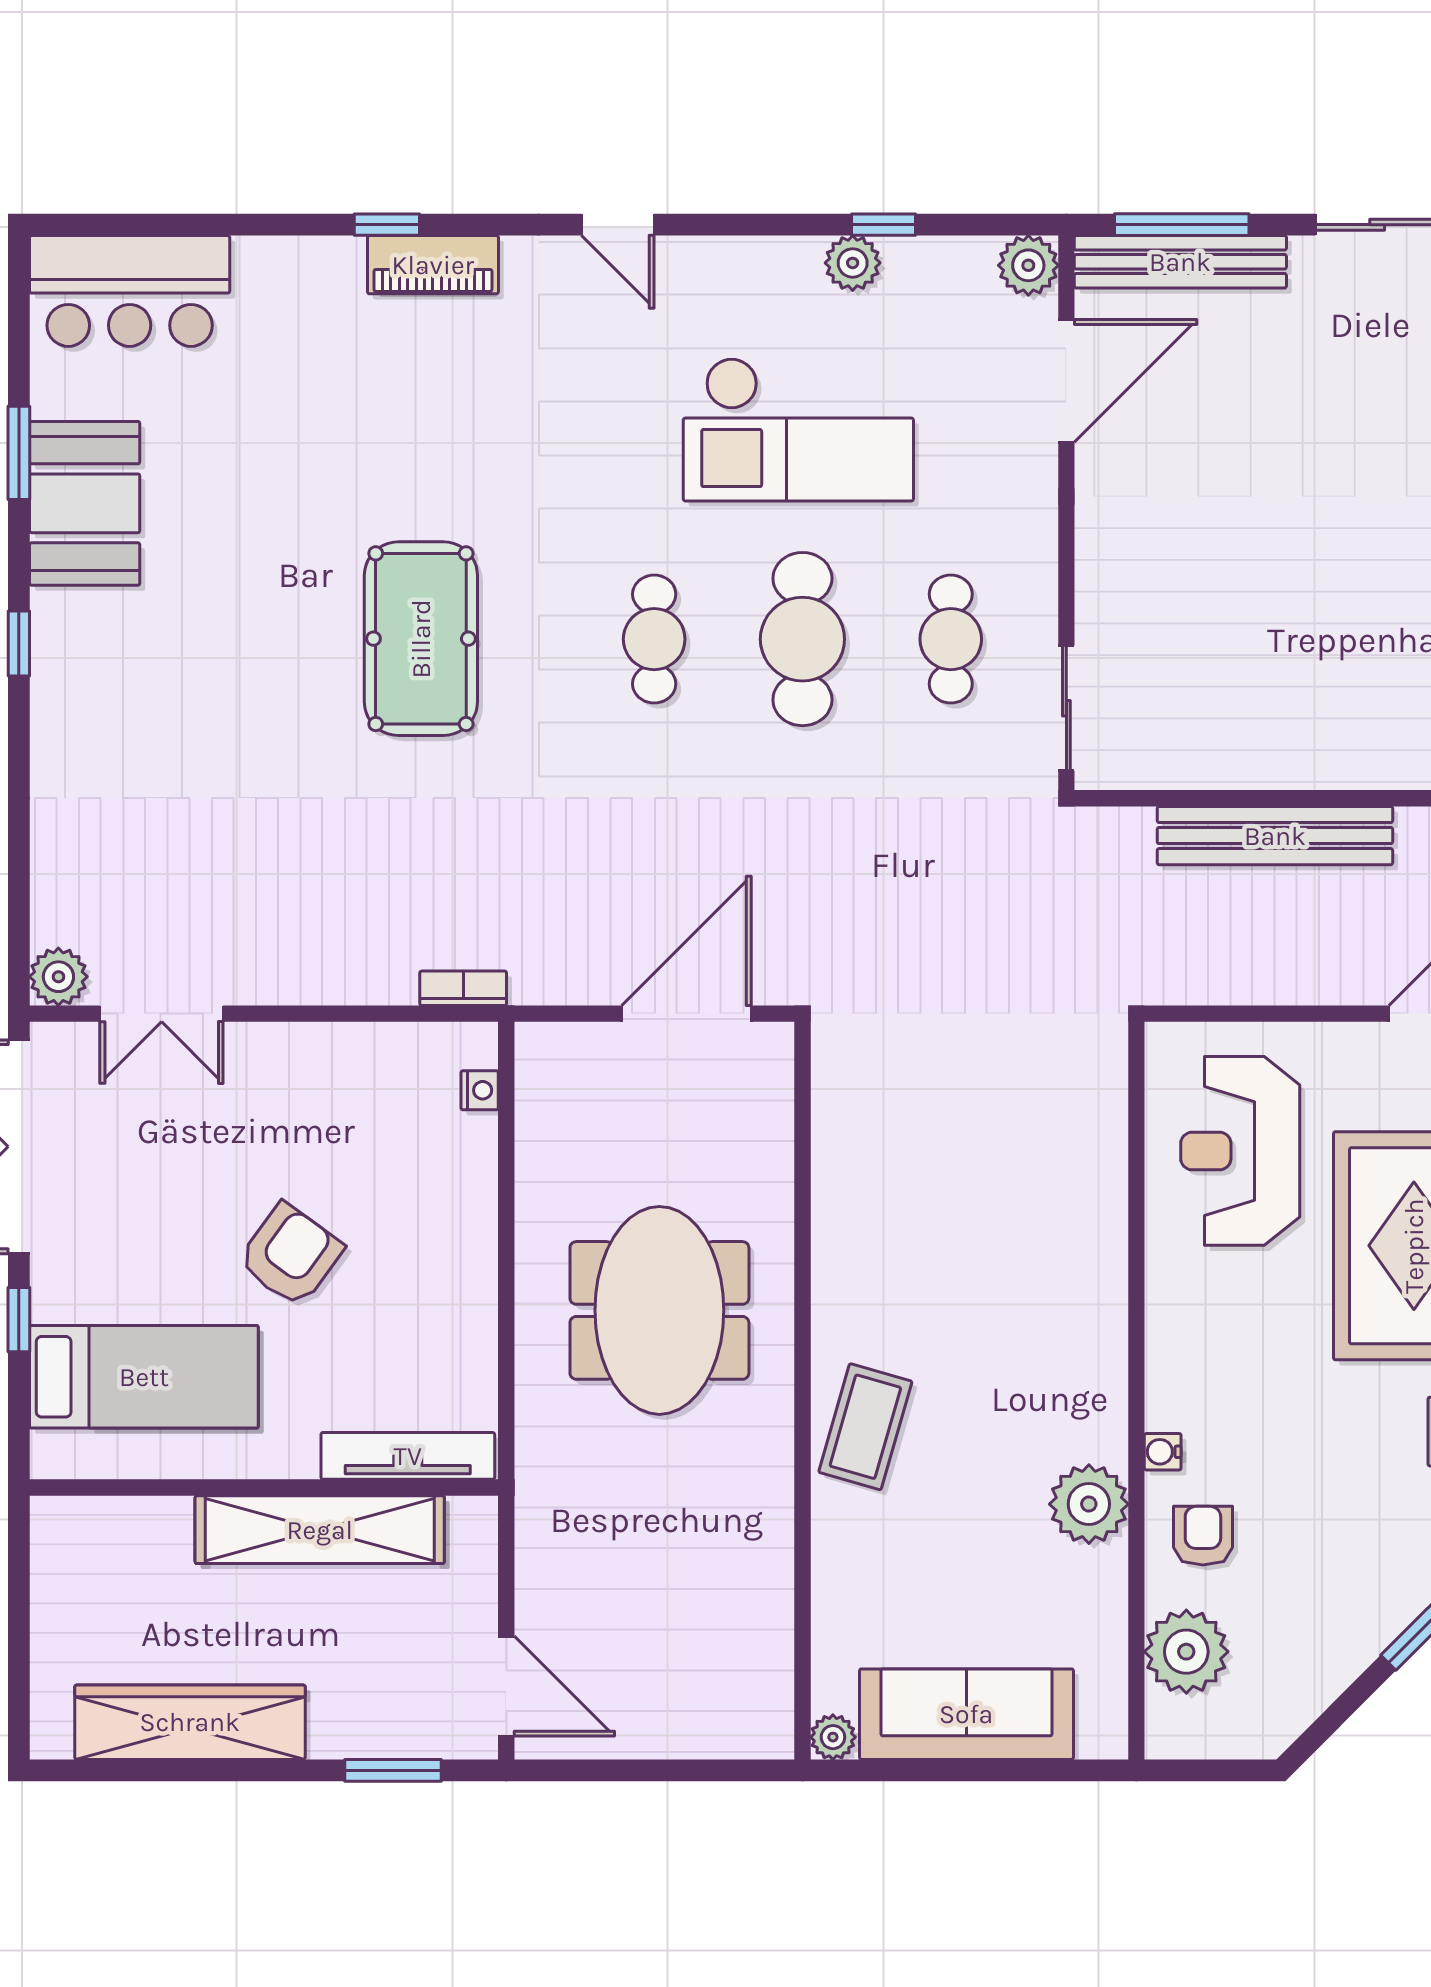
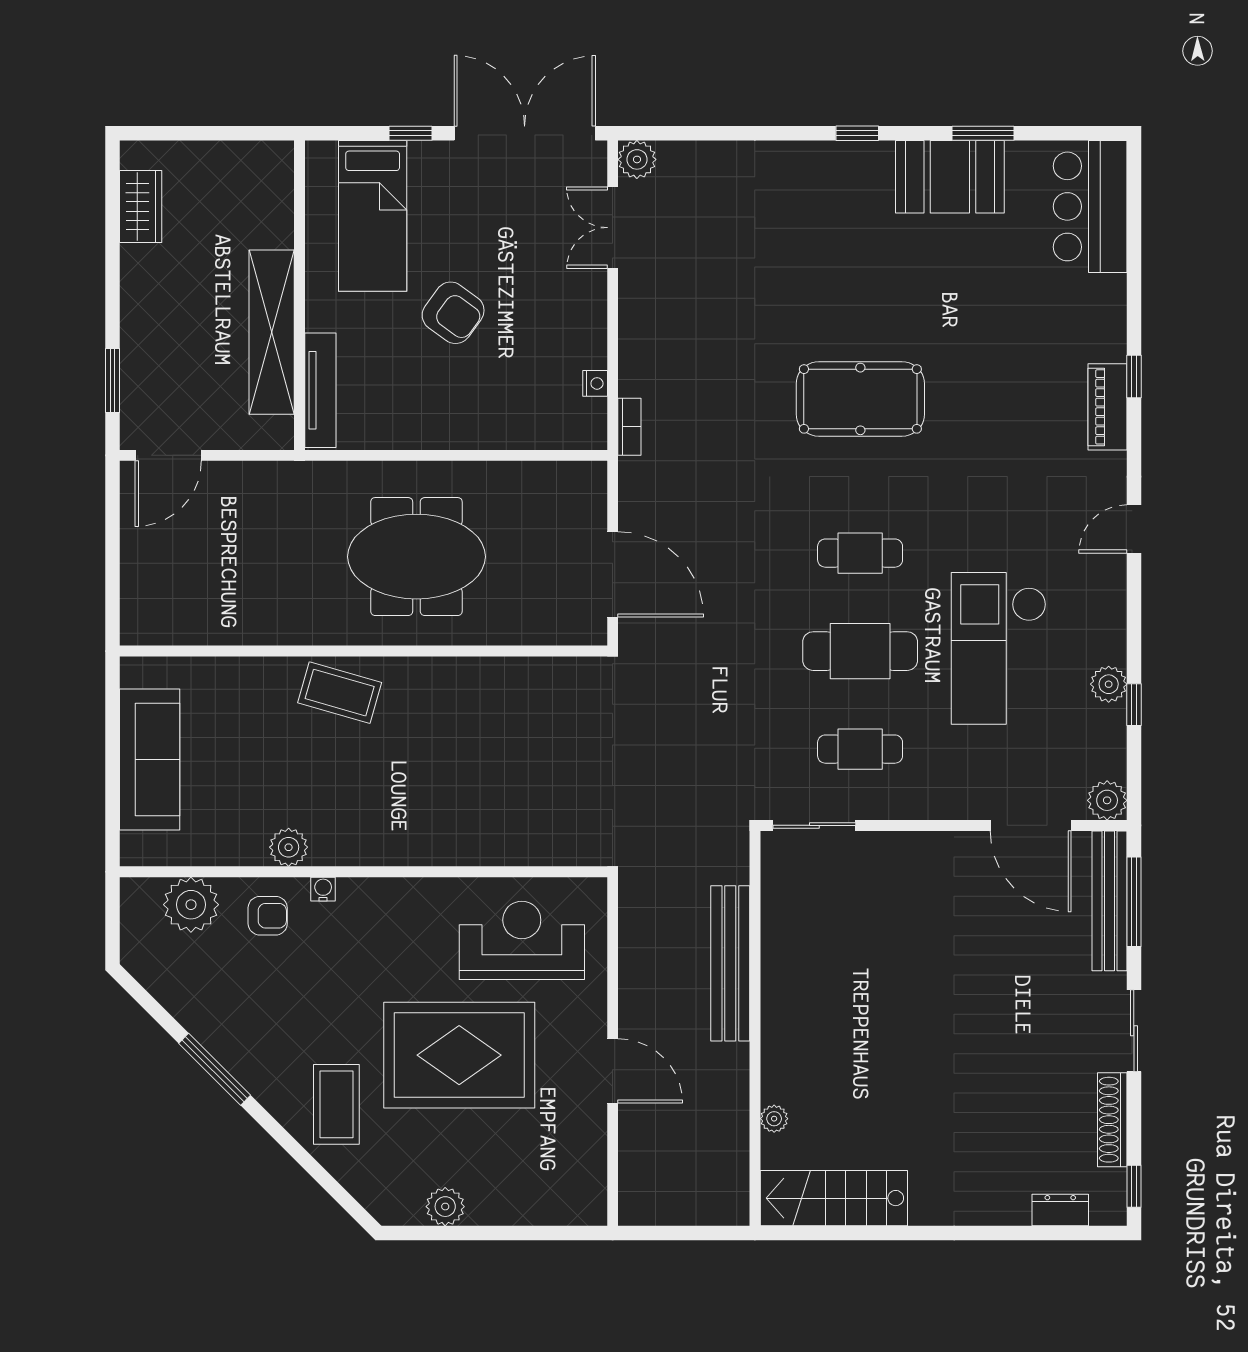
nightstand: (480, 1090) -> (595, 383), moved, turned -90
plant: (1089, 1504) -> (289, 847), width x0.73, depth x0.73
wardrobe: (190, 1722) -> (141, 207), width x0.48, depth x0.85
plant: (833, 1737) -> (135, 671), removed

